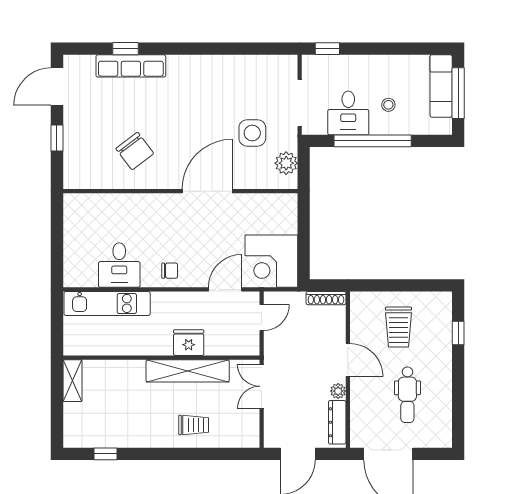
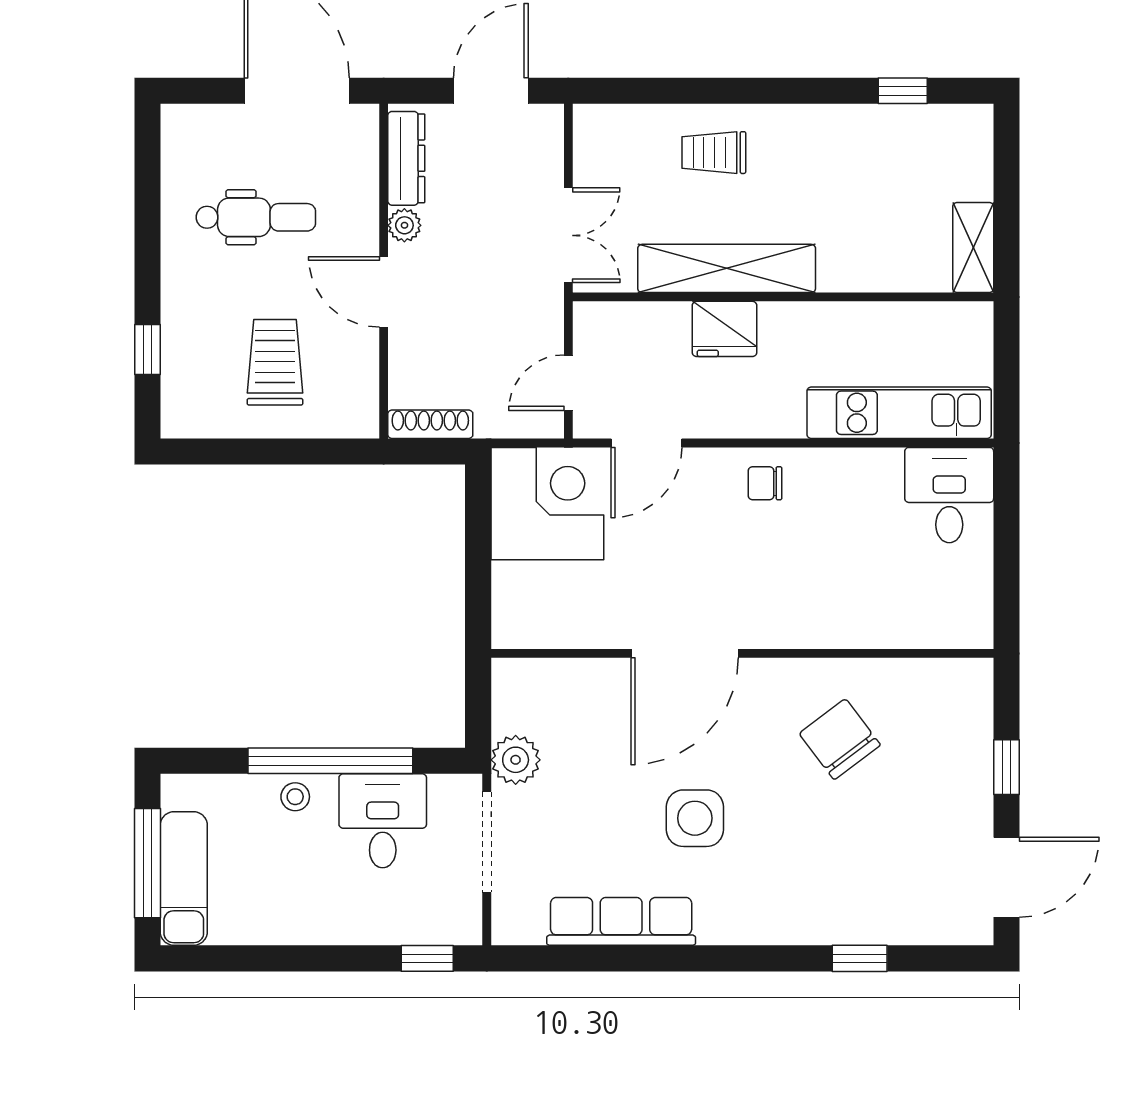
row of seats: (131, 66) -> (621, 921), moved
stool: (388, 105) -> (295, 797), moved
side table: (252, 133) -> (695, 818), moved
plant: (286, 163) -> (516, 760), moved
desk: (119, 265) -> (949, 495), moved
dental chair: (407, 395) -> (256, 217), turned 90

